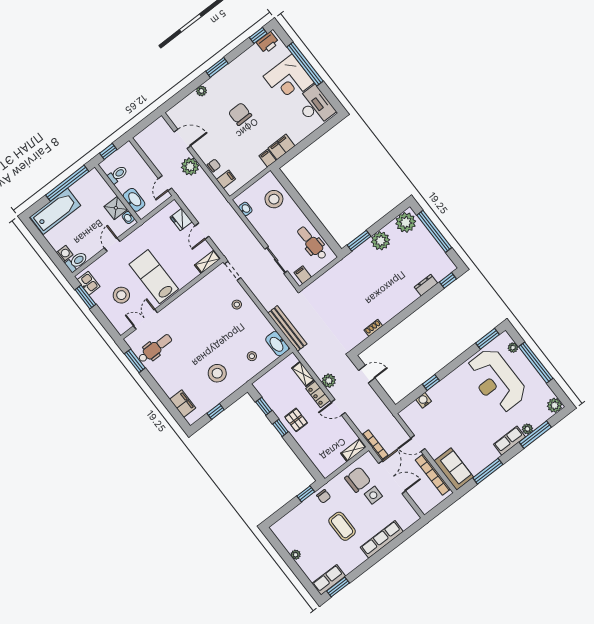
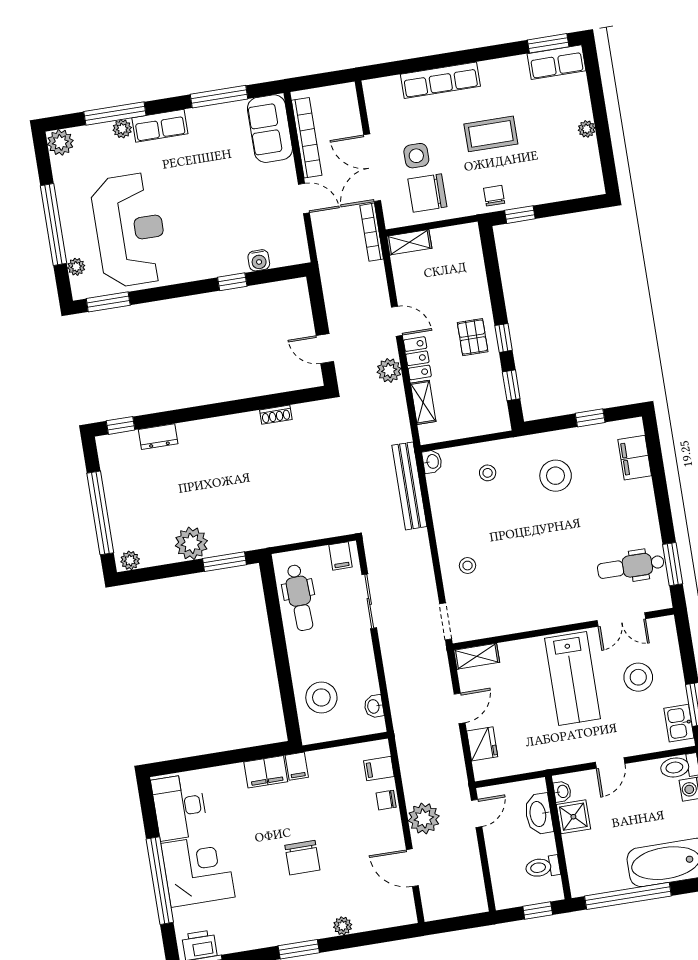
plant: (406, 222) -> (130, 560), width x0.53, depth x0.53
washbasin: (277, 344) -> (432, 462), width x0.52, depth x0.69
coffee table: (342, 526) -> (491, 134), turned 90

